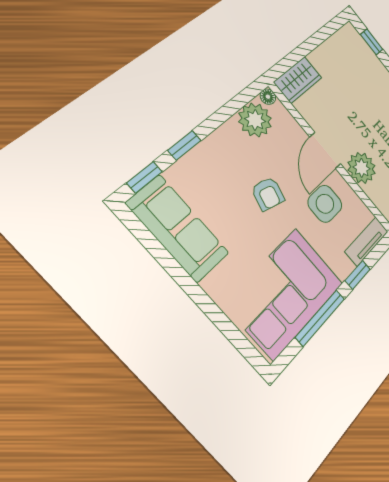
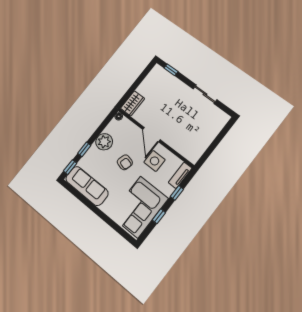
plant: (255, 120) -> (104, 142), moved
plant: (362, 168) -> (173, 138), removed
window: (320, 318) -> (159, 216), width x0.46

